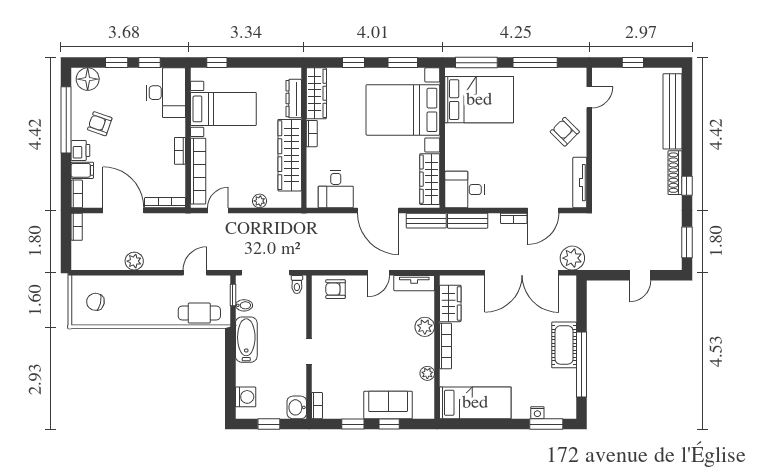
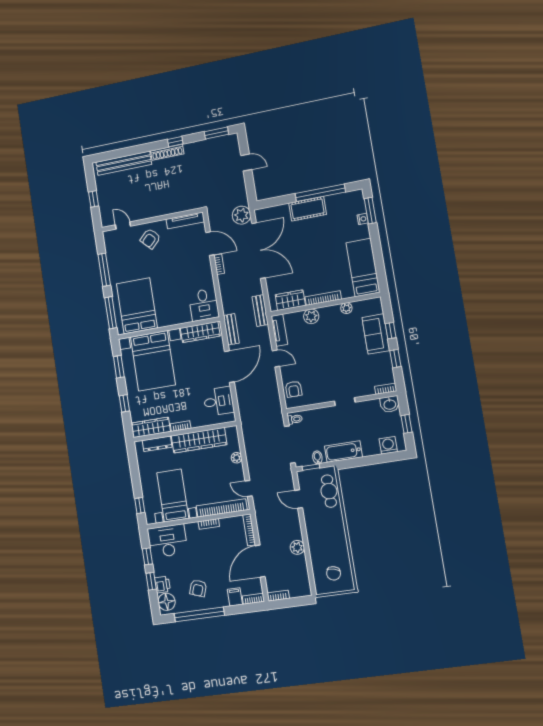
printer: (80, 150) -> (162, 585), moved, turned 90
bench: (468, 221) -> (260, 311), moved

